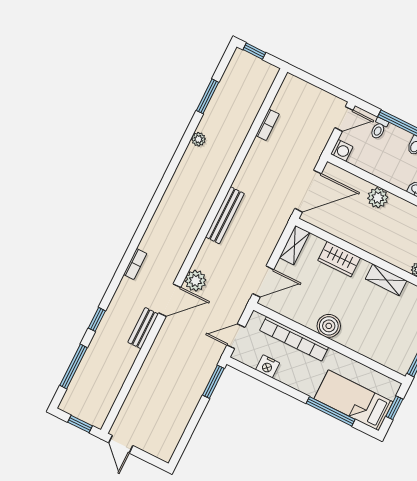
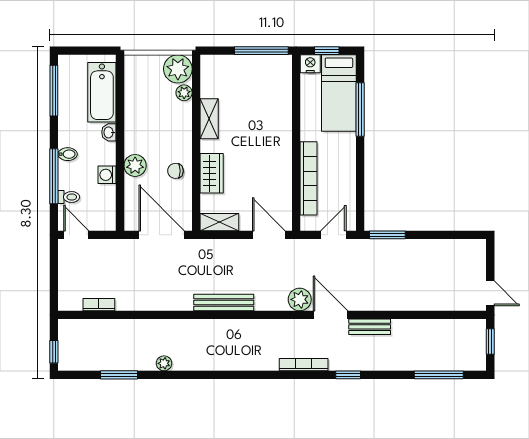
bookcase: (267, 125) -> (99, 305), moved
washing machine: (342, 150) -> (107, 175), moved, turned -90
chair: (356, 230) -> (175, 171), added
bookcase: (135, 264) -> (304, 365), width x1.56
window: (97, 319) -> (348, 375), moved
boiler: (329, 326) -> (280, 152), removed
door: (236, 336) -> (333, 235), swing flipped
nightstand: (268, 366) -> (310, 64), moved, turned -90
door: (121, 444) -> (490, 293), hinge flipped

